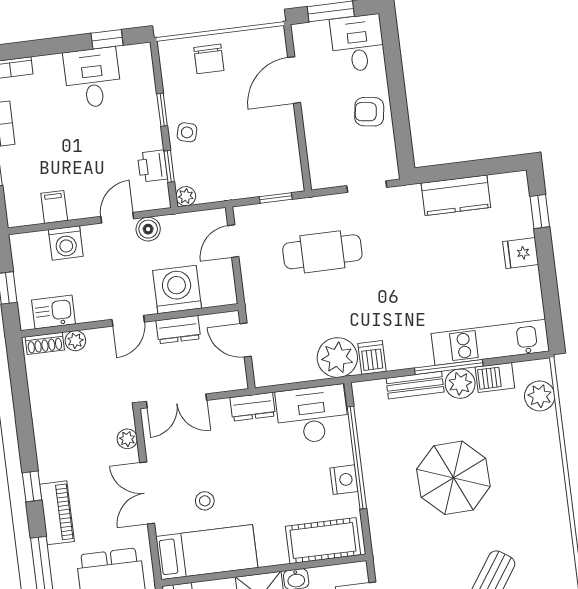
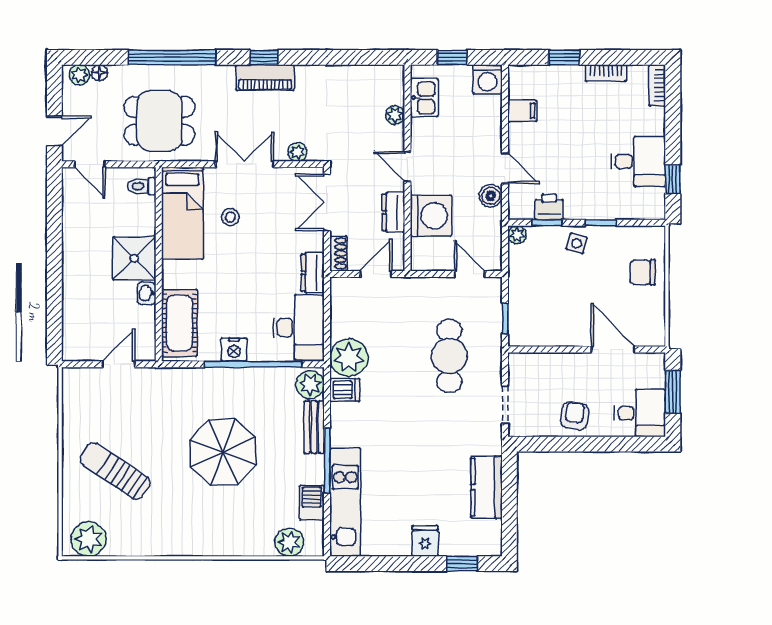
washing machine: (66, 243) -> (487, 79), moved, turned -90
shoe rack: (45, 343) -> (338, 253), moved, turned 180
plant: (460, 384) -> (310, 385), moved
piano: (57, 513) -> (265, 78), moved

